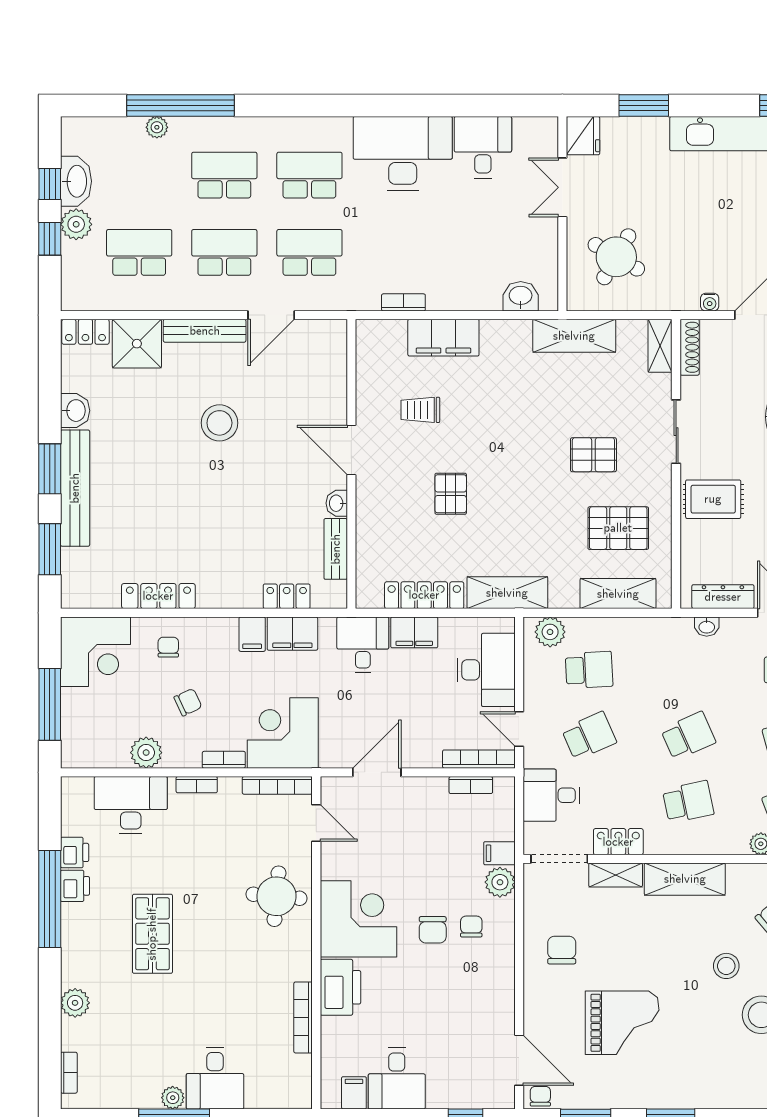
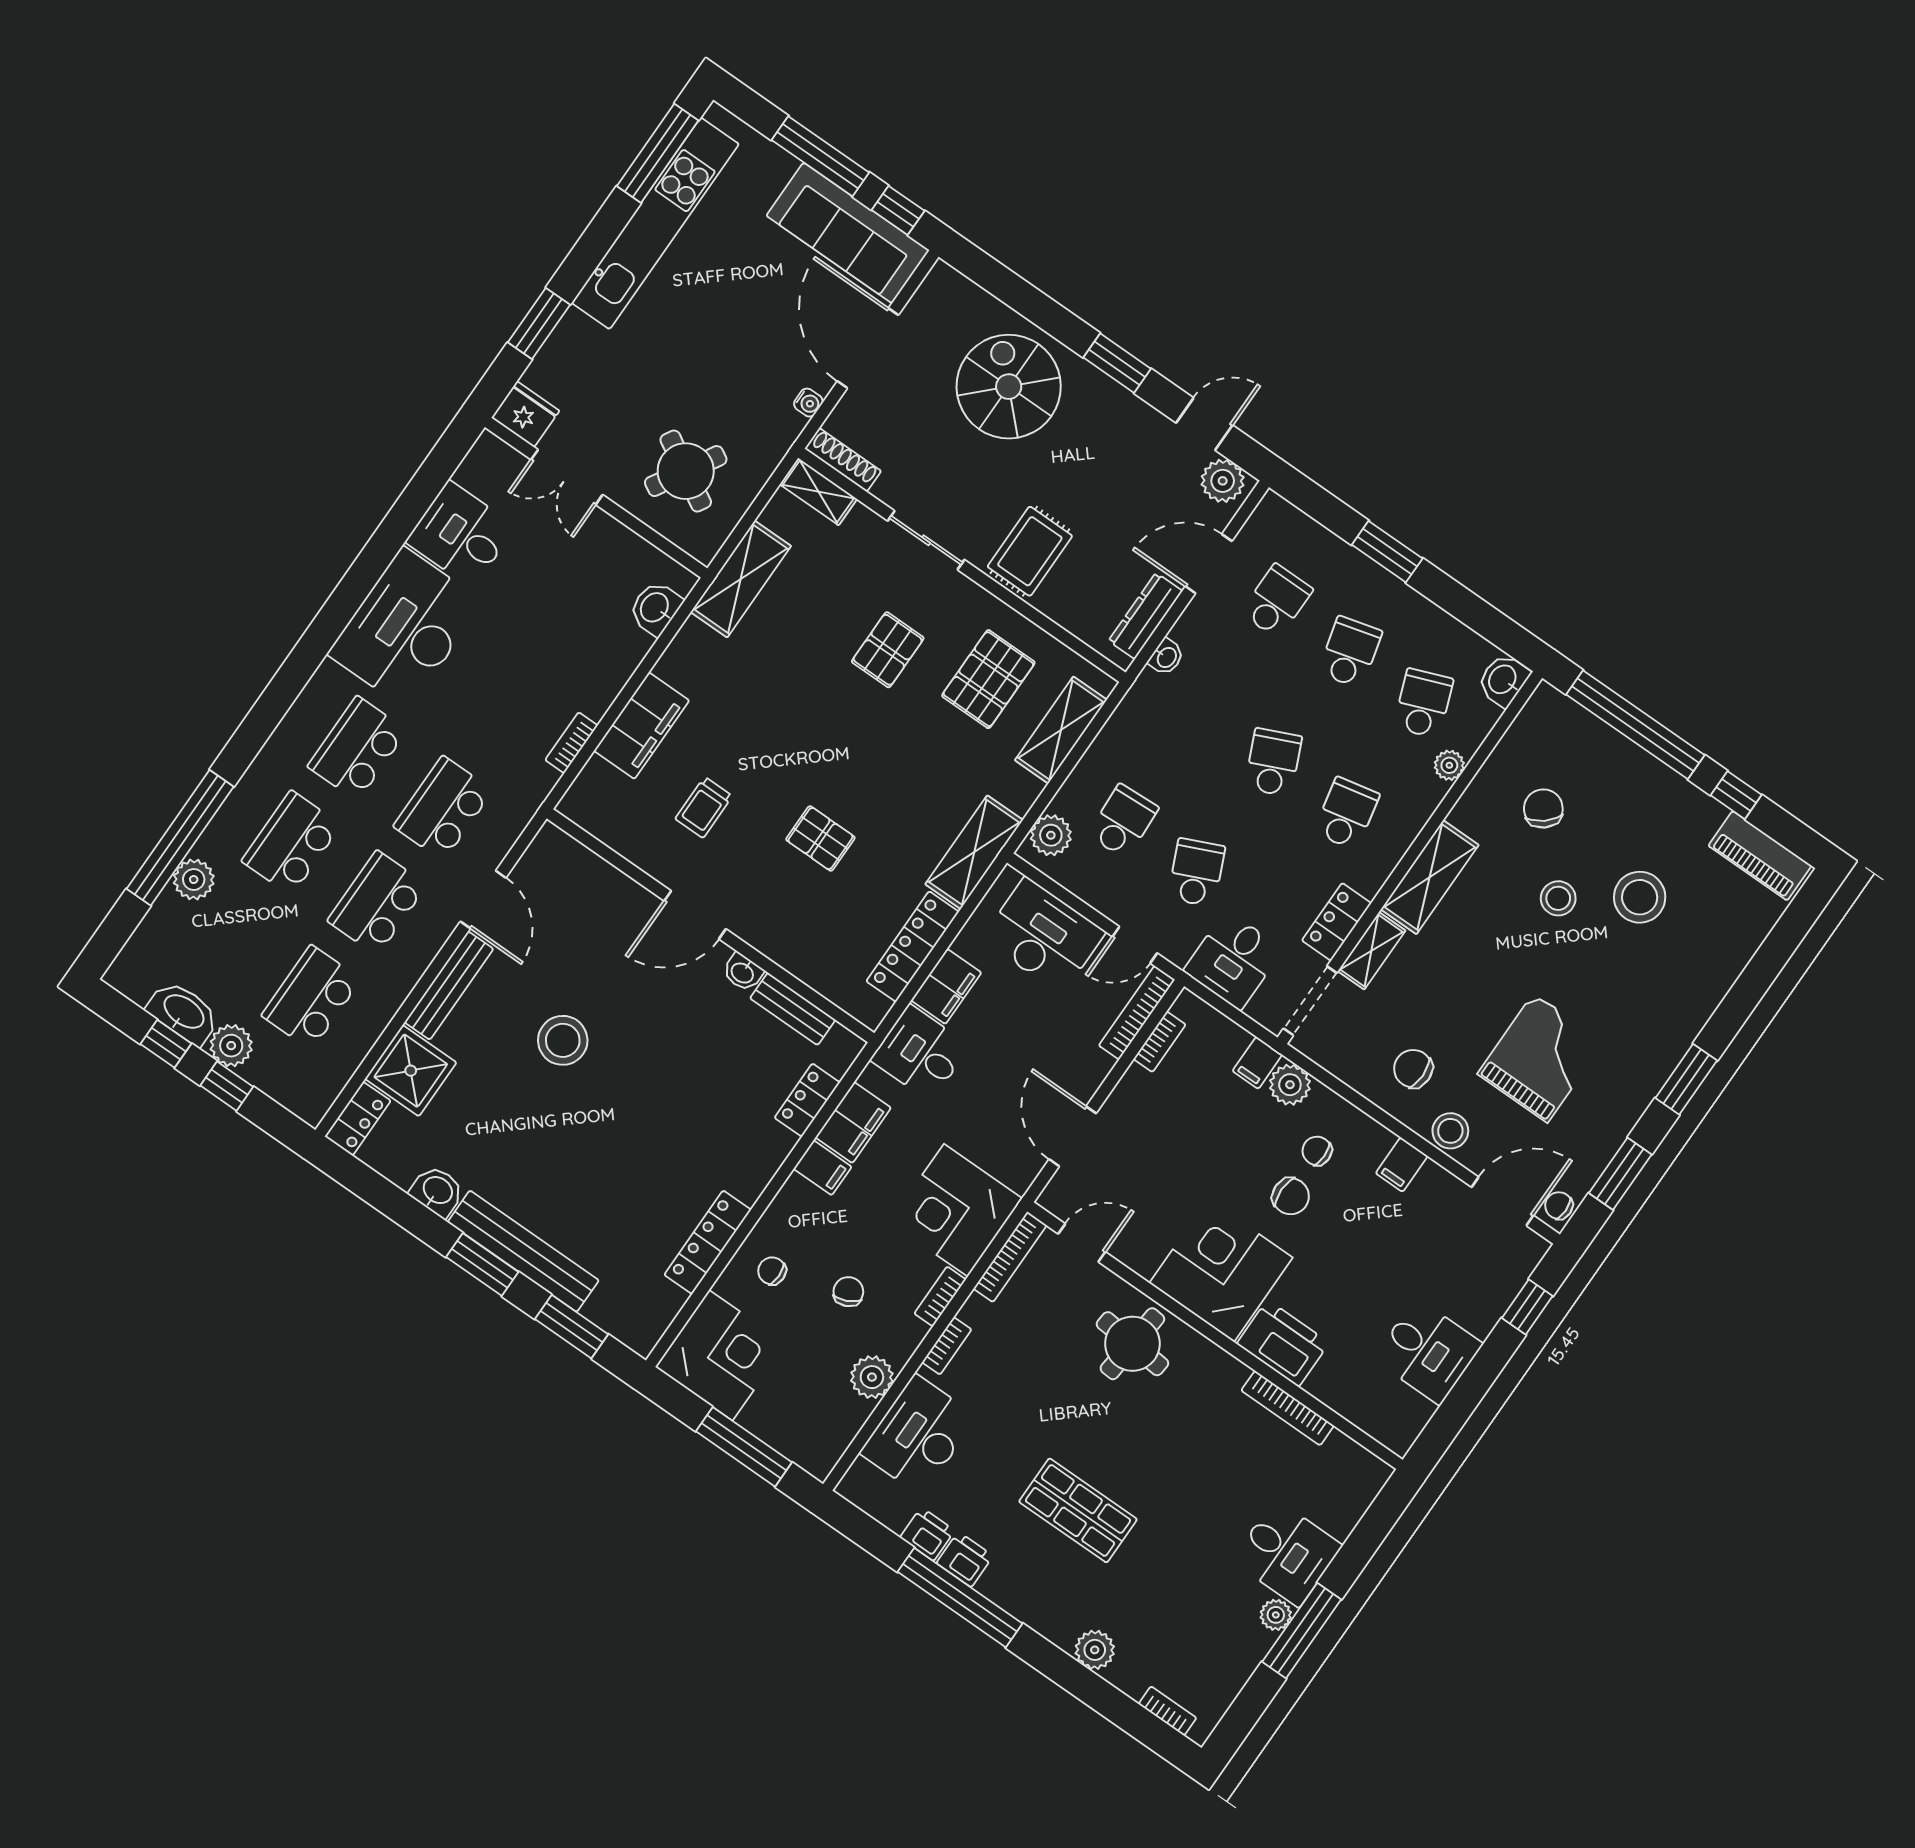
plant: (157, 127) -> (194, 880), width x1.38, depth x1.38
stool: (540, 999) -> (1450, 1131), added
filing cabinet: (354, 1093) -> (1402, 1165), moved, turned -90

